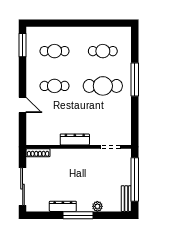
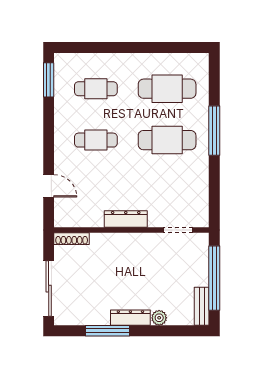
cafe table: (103, 51) -> (167, 89), width x1.37, depth x1.35
door: (23, 105) -> (49, 186), moved
dresser: (63, 206) -> (130, 318), moved
window: (78, 215) -> (108, 331), moved

